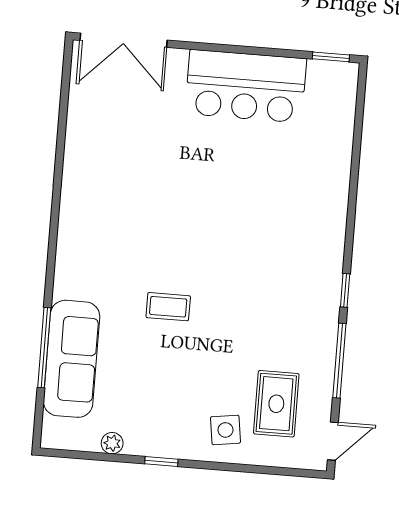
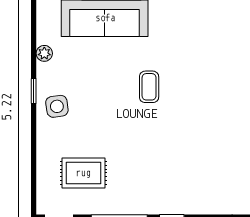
side table: (225, 430) -> (57, 106), moved

